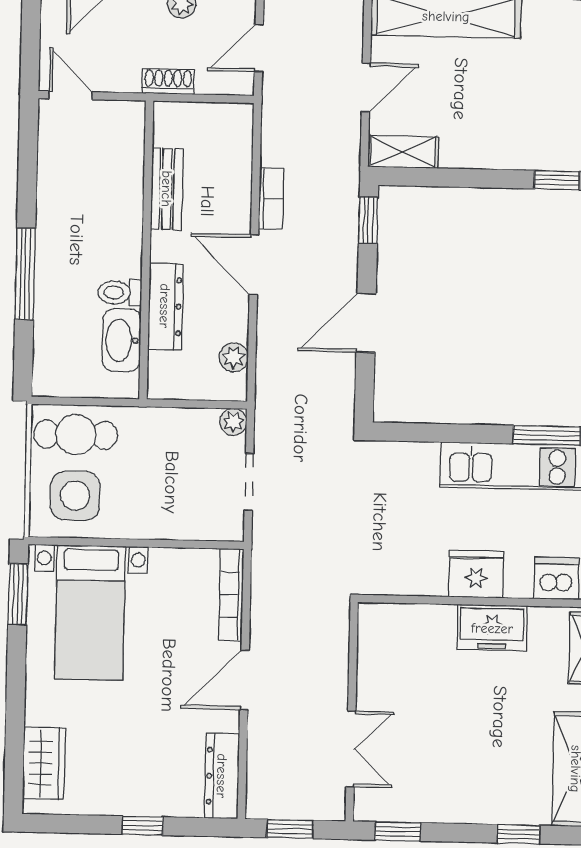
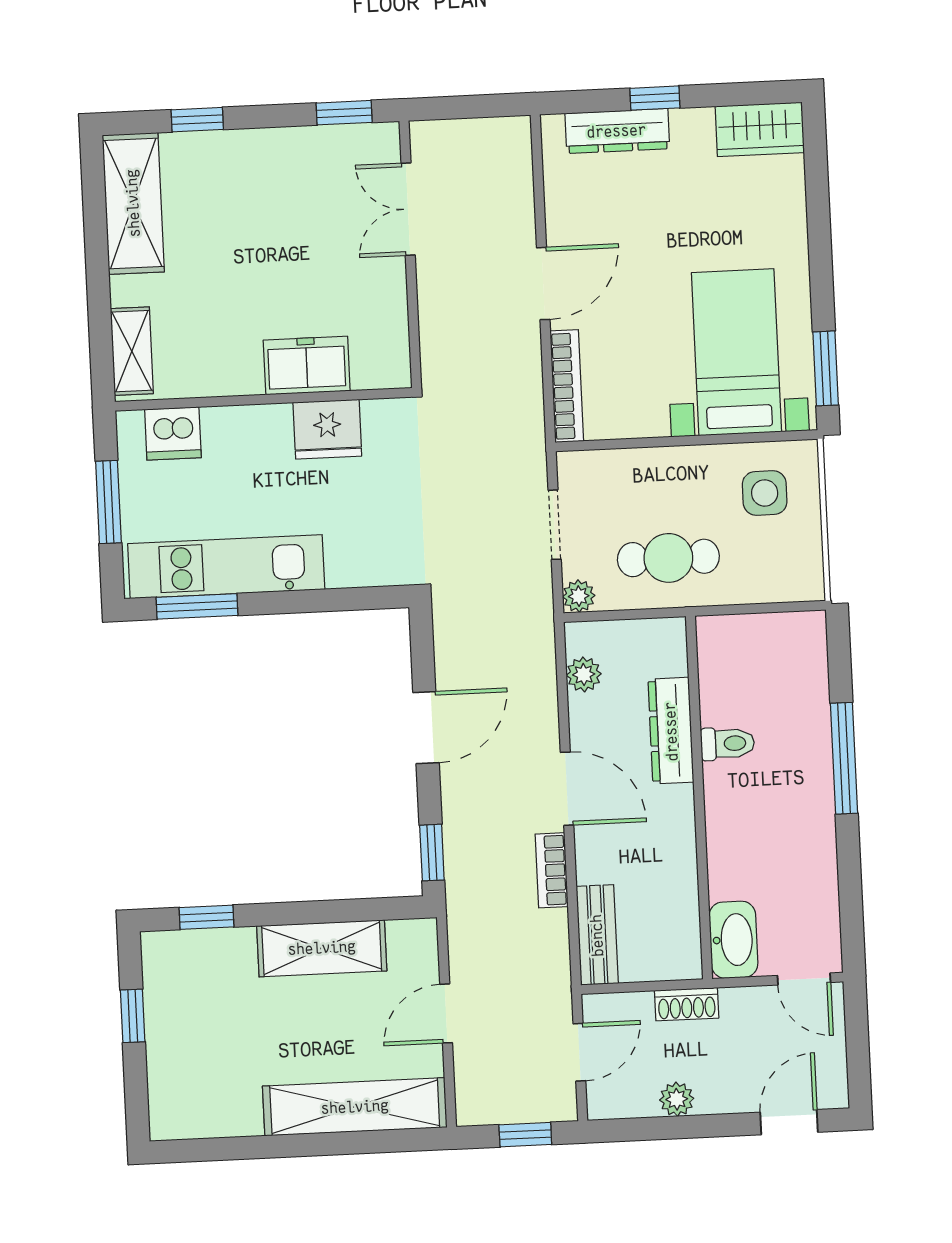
shelving: (403, 152) -> (322, 948), moved, width x1.50, depth x1.33
bench: (167, 189) -> (597, 935), moved
washbasin: (121, 340) -> (733, 940), moved
cafe table: (76, 435) -> (668, 558), moved
side table: (75, 496) -> (765, 493), width x0.73, depth x0.73
fridge: (476, 574) -> (327, 429), moved
freezer: (492, 628) -> (307, 365), moved
wardrobe: (44, 763) -> (760, 129), moved, turned -90
dresser: (222, 776) -> (617, 131), moved, turned 90
window: (290, 829) -> (475, 107), removed

